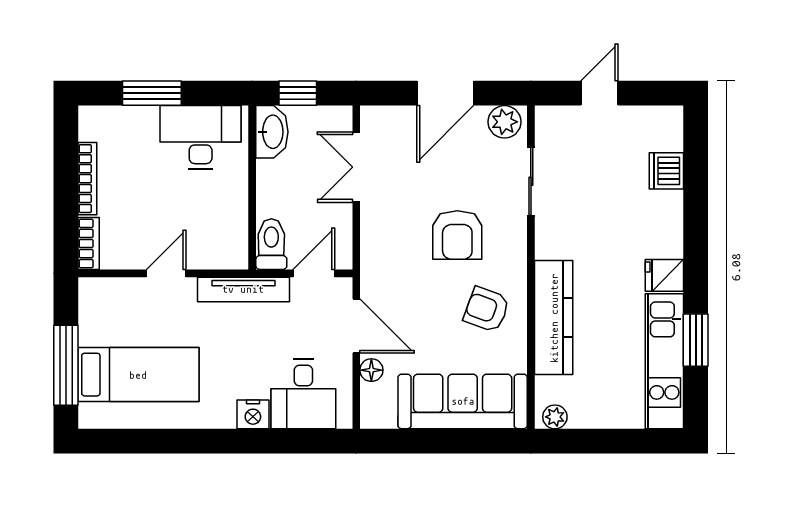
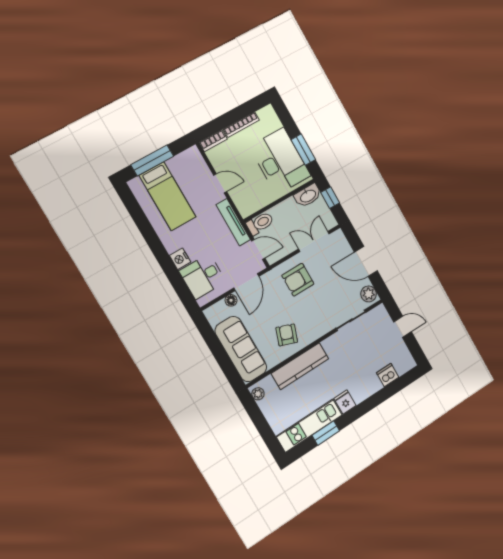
window: (152, 93) -> (303, 150), moved
desk: (201, 137) -> (280, 161), width x1.36, depth x1.30
armchair: (457, 235) -> (298, 280), moved

